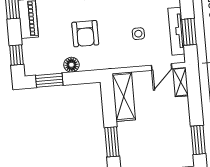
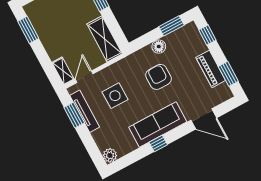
side table: (138, 34) -> (115, 96), width x1.87, depth x1.87

